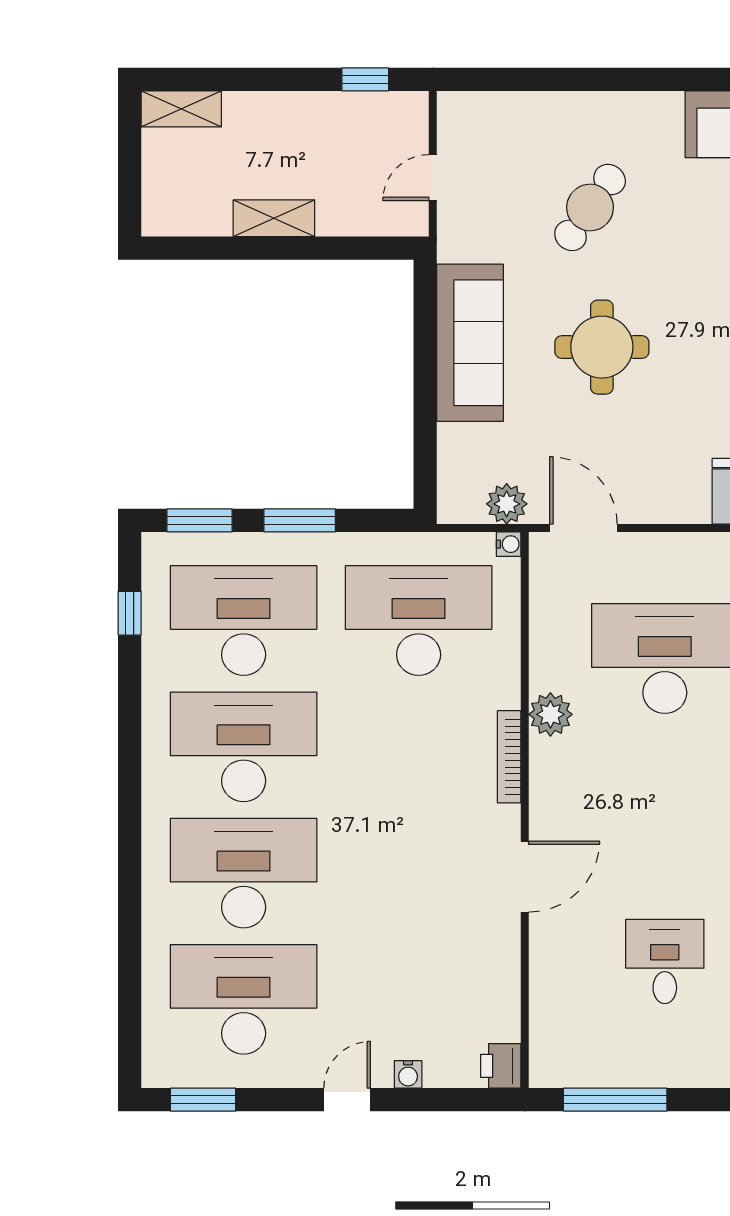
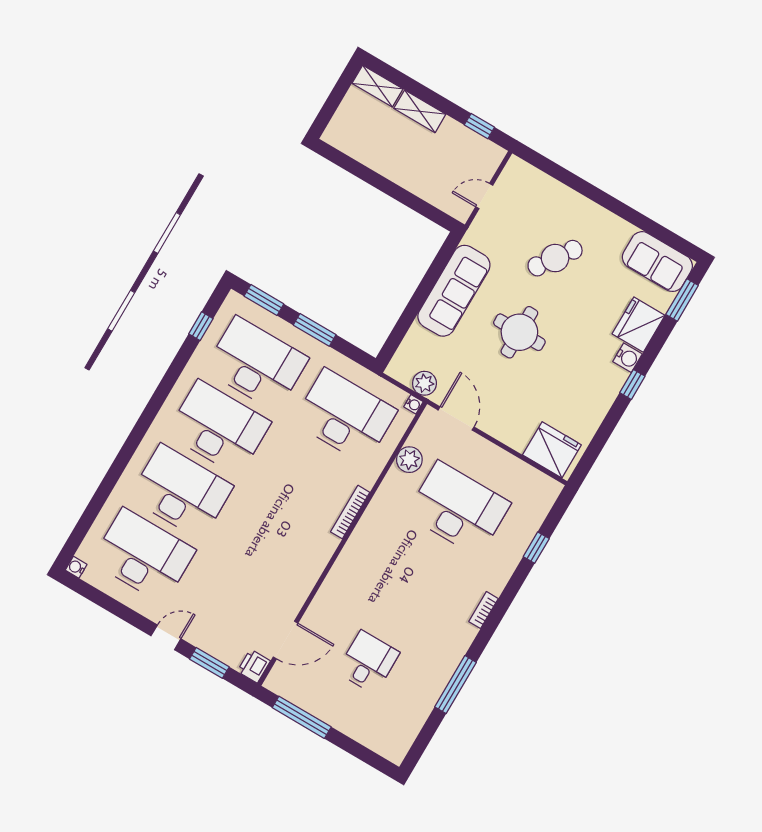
shelving: (274, 218) -> (420, 111), moved
plant: (550, 714) -> (409, 460), moved
door: (525, 877) -> (285, 640), moved
water cooler: (408, 1074) -> (76, 567), moved, turned 90
window: (203, 1100) -> (209, 663), moved

